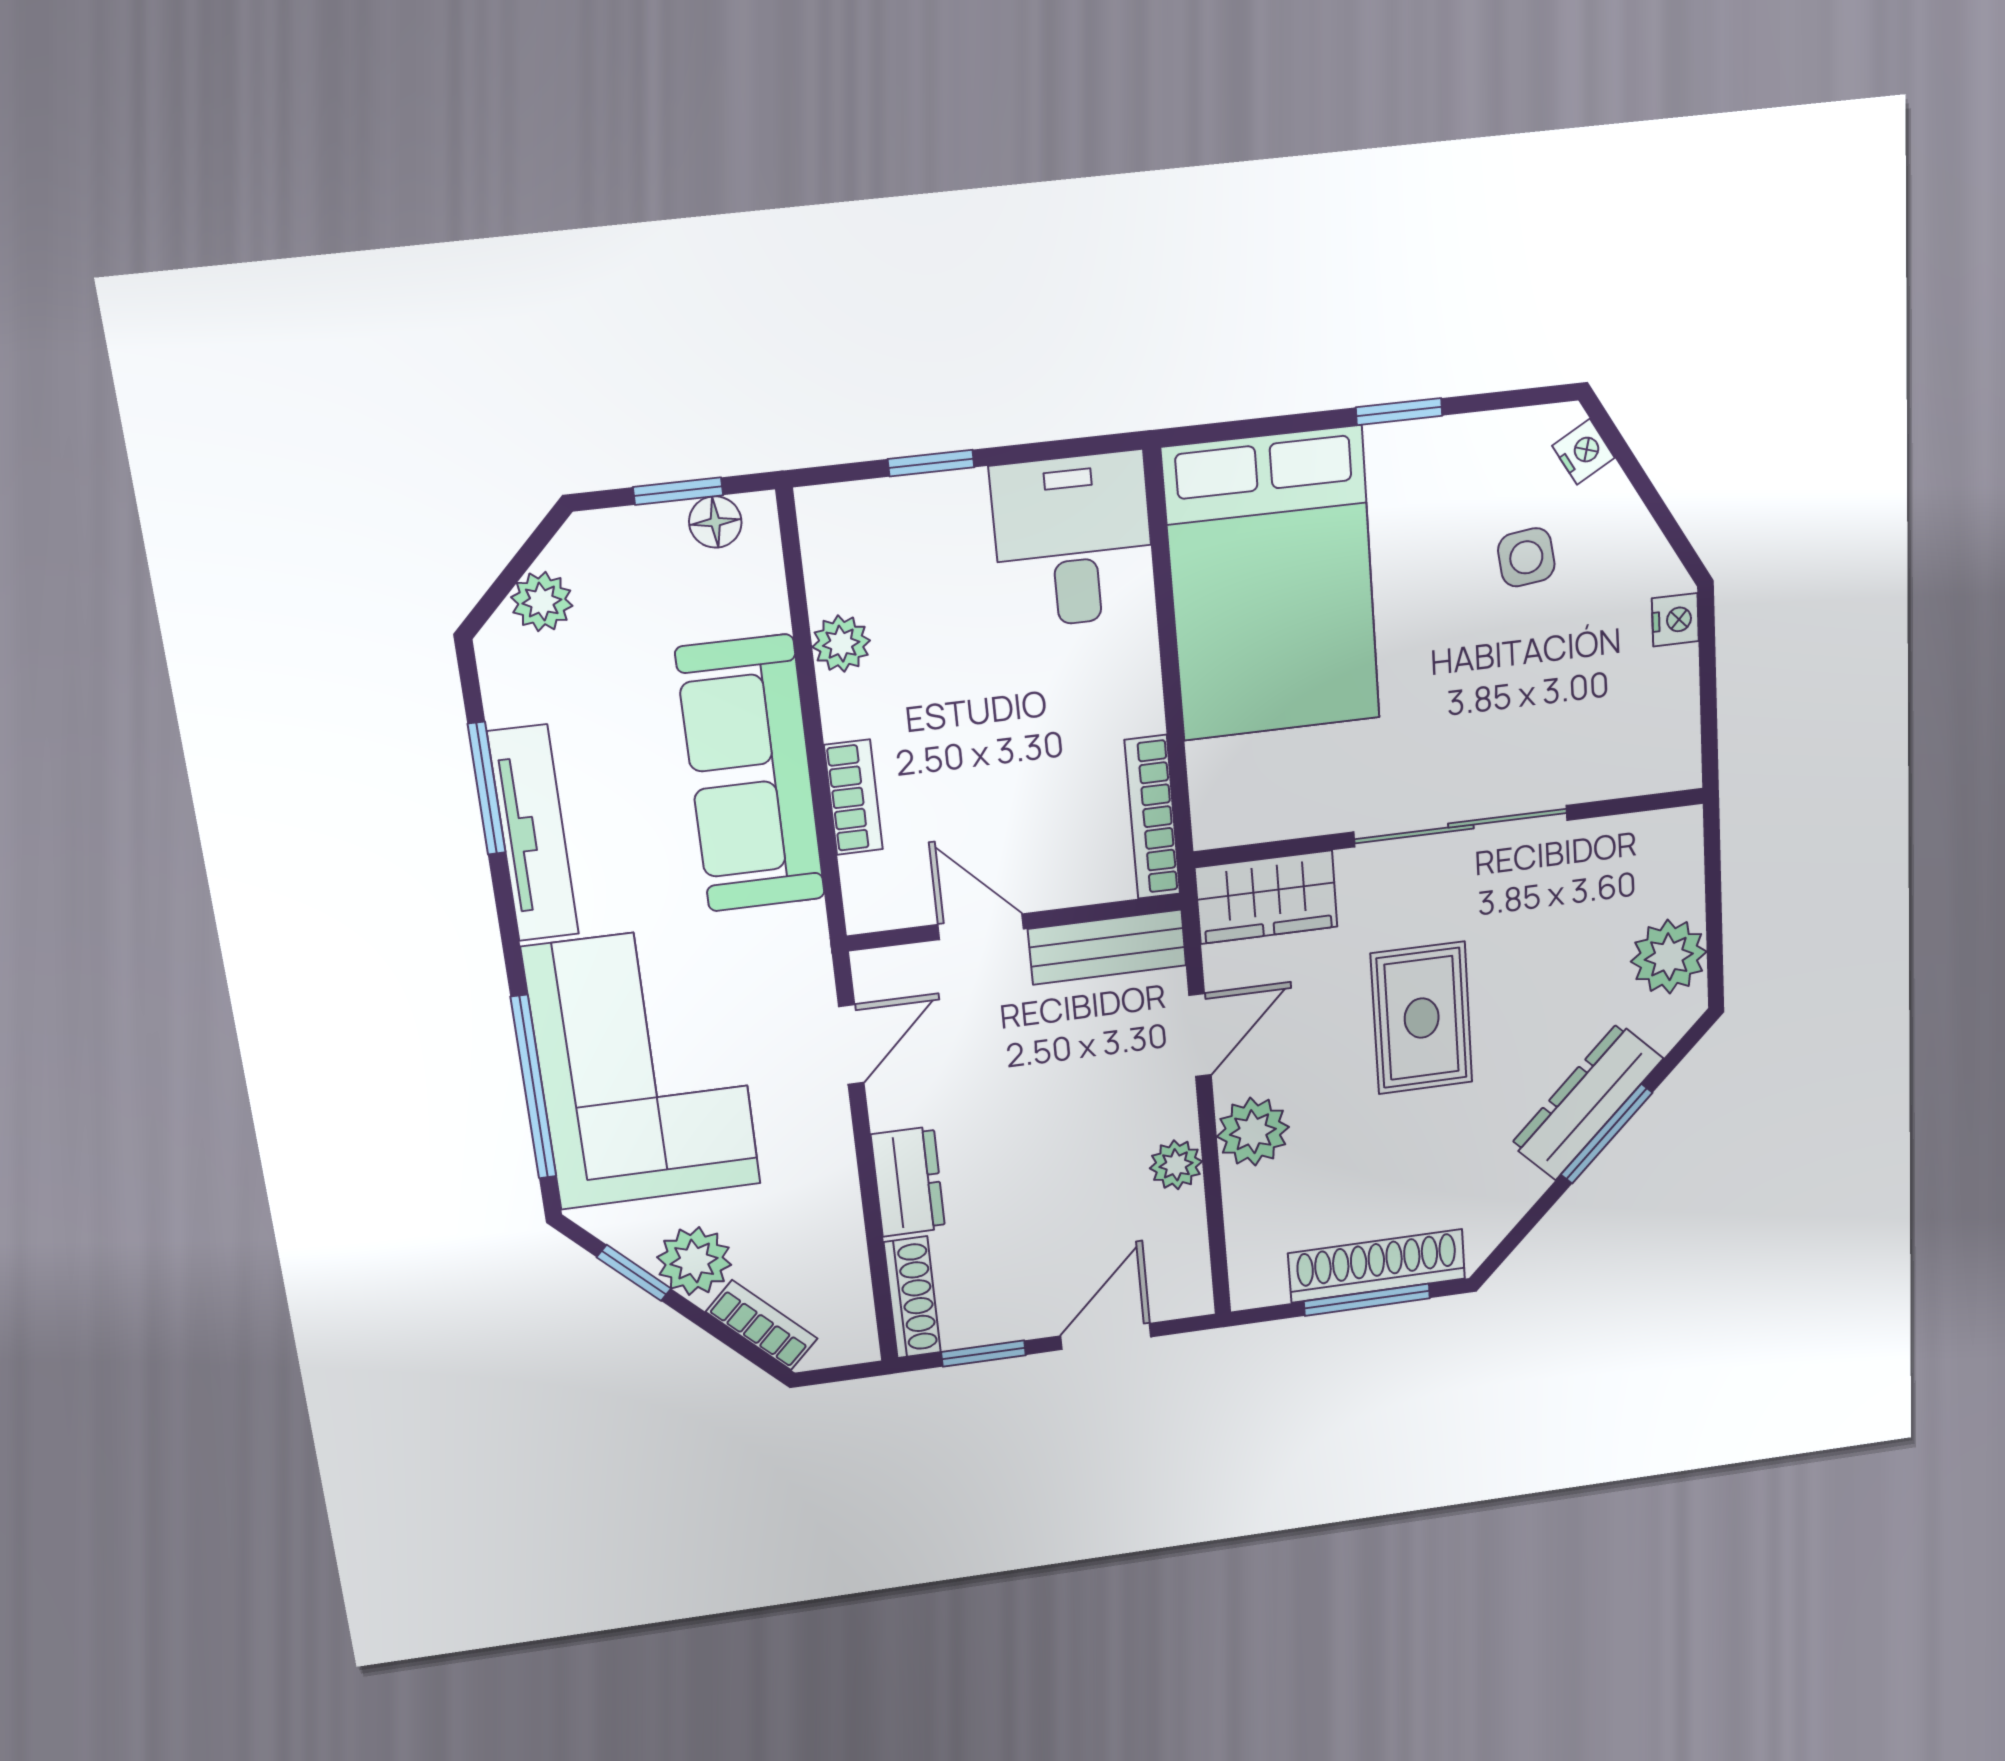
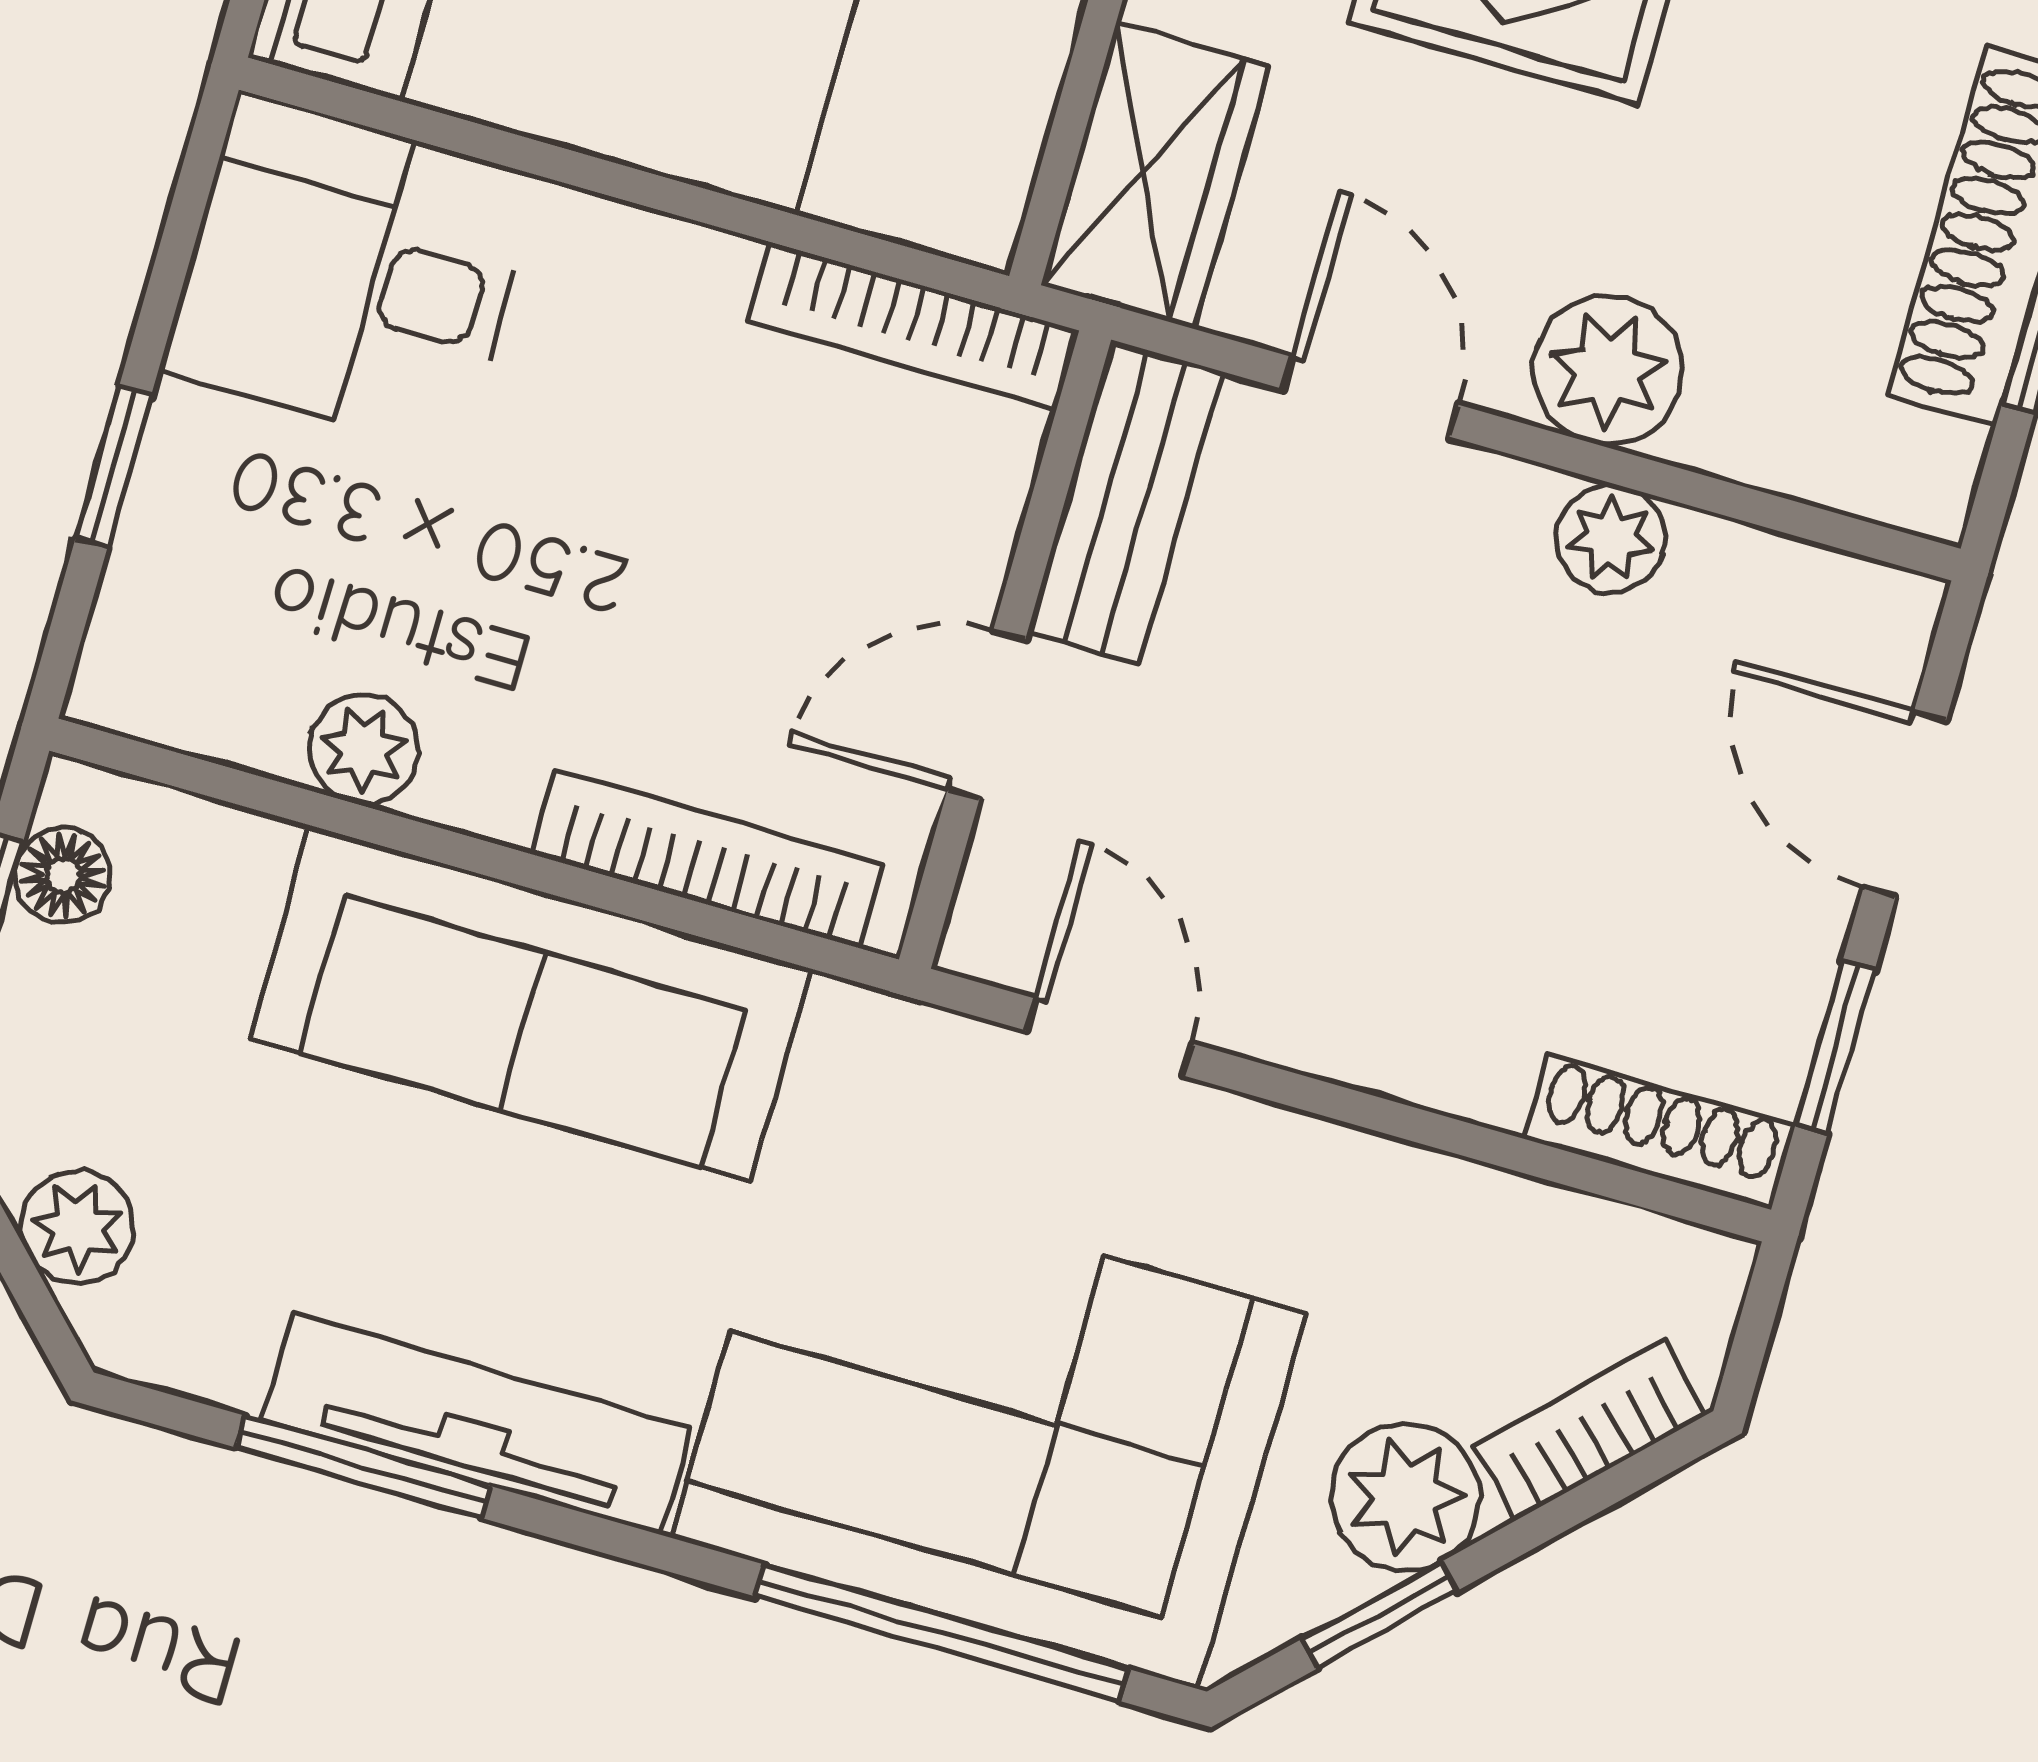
bookcase: (853, 797) -> (708, 859), width x1.56
dresser: (908, 1182) -> (1423, 1045), removed

